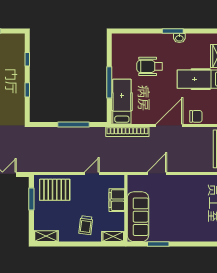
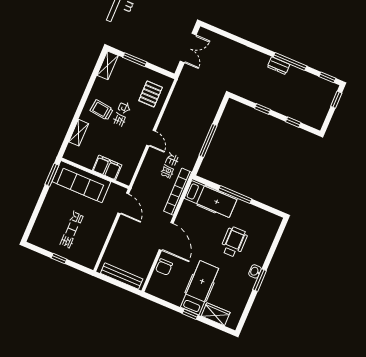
washbasin: (179, 38) -> (255, 271), moved
pallet: (55, 190) -> (151, 94), width x0.67, depth x0.71
window: (31, 199) -> (135, 60), moved
filing cabinet: (117, 200) -> (107, 168), moved
wall: (126, 208) -> (95, 173), moved
sofa: (138, 217) -> (81, 182), moved

